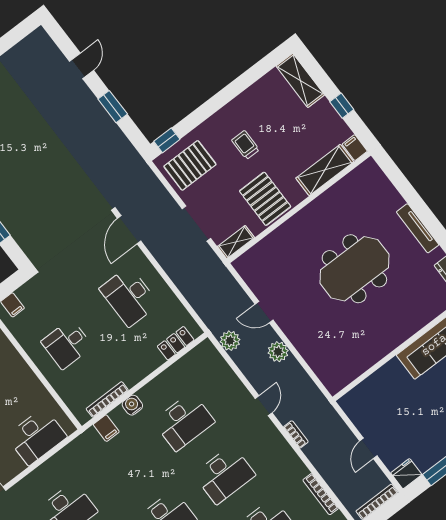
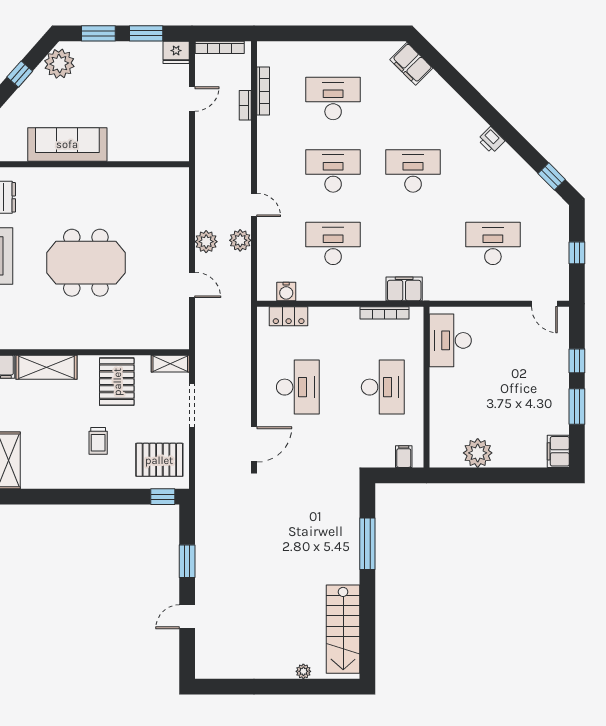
plant: (230, 341) -> (240, 240), moved
desk: (67, 344) -> (383, 387), width x1.37
water cooler: (132, 405) -> (286, 291), moved
door: (264, 406) -> (254, 205), swing flipped
filing cabinet: (106, 428) -> (404, 289), width x2.00
bookcase: (296, 434) -> (245, 105), moved
desk: (37, 436) -> (450, 340), moved, turned -90

